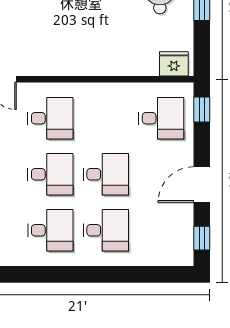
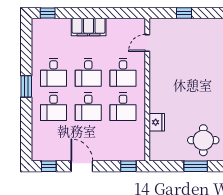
fridge: (174, 64) -> (157, 122), moved
desk: (161, 118) -> (123, 107), moved
window: (73, 274) -> (26, 86), added

